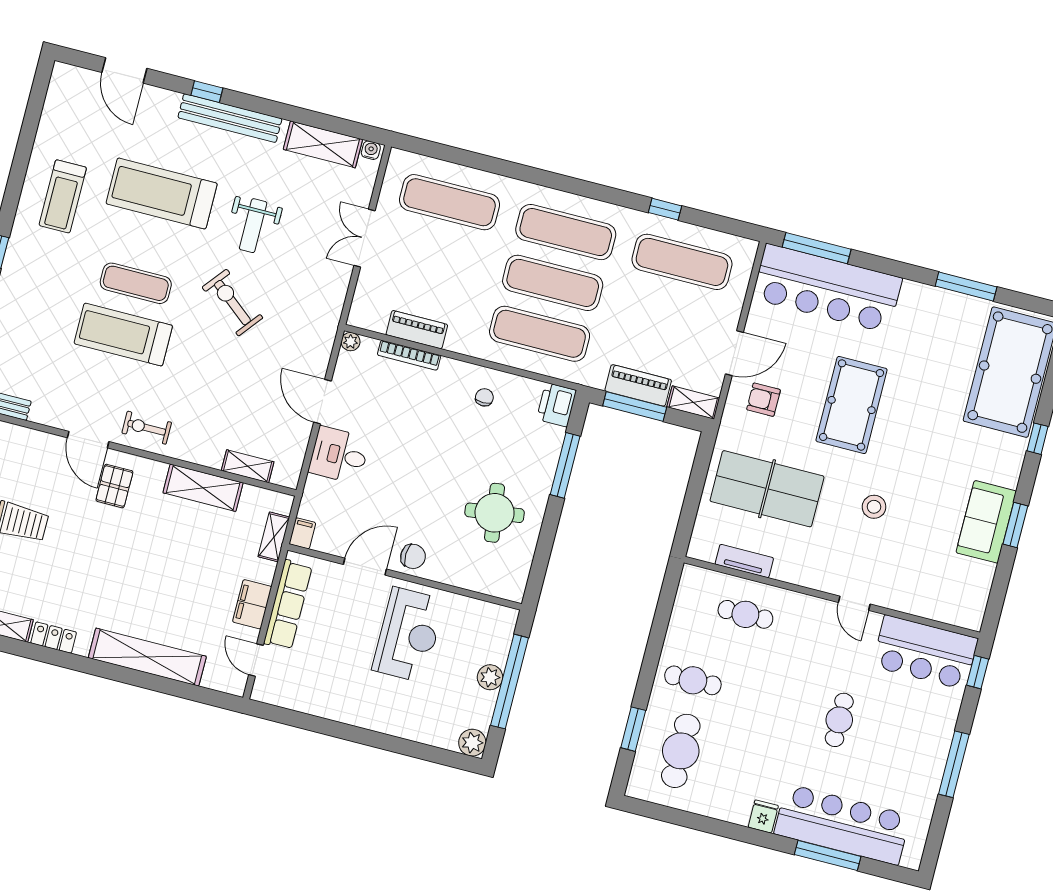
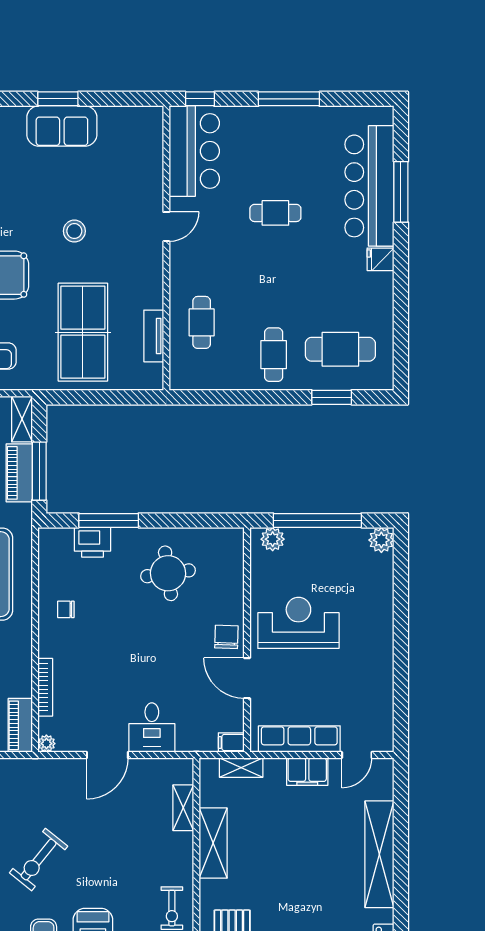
piano: (417, 330) -> (20, 725), moved
printer: (557, 405) -> (92, 542), moved
plant: (490, 677) -> (273, 539), moved

